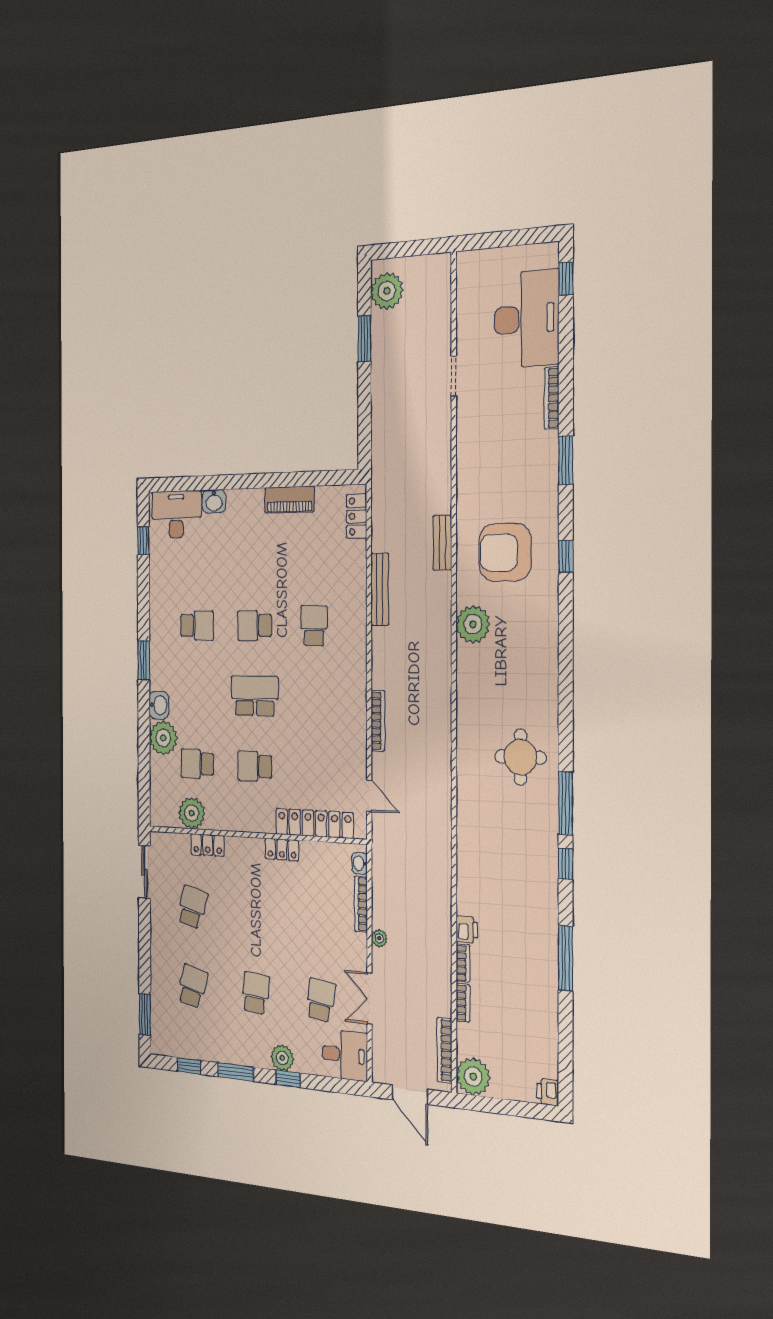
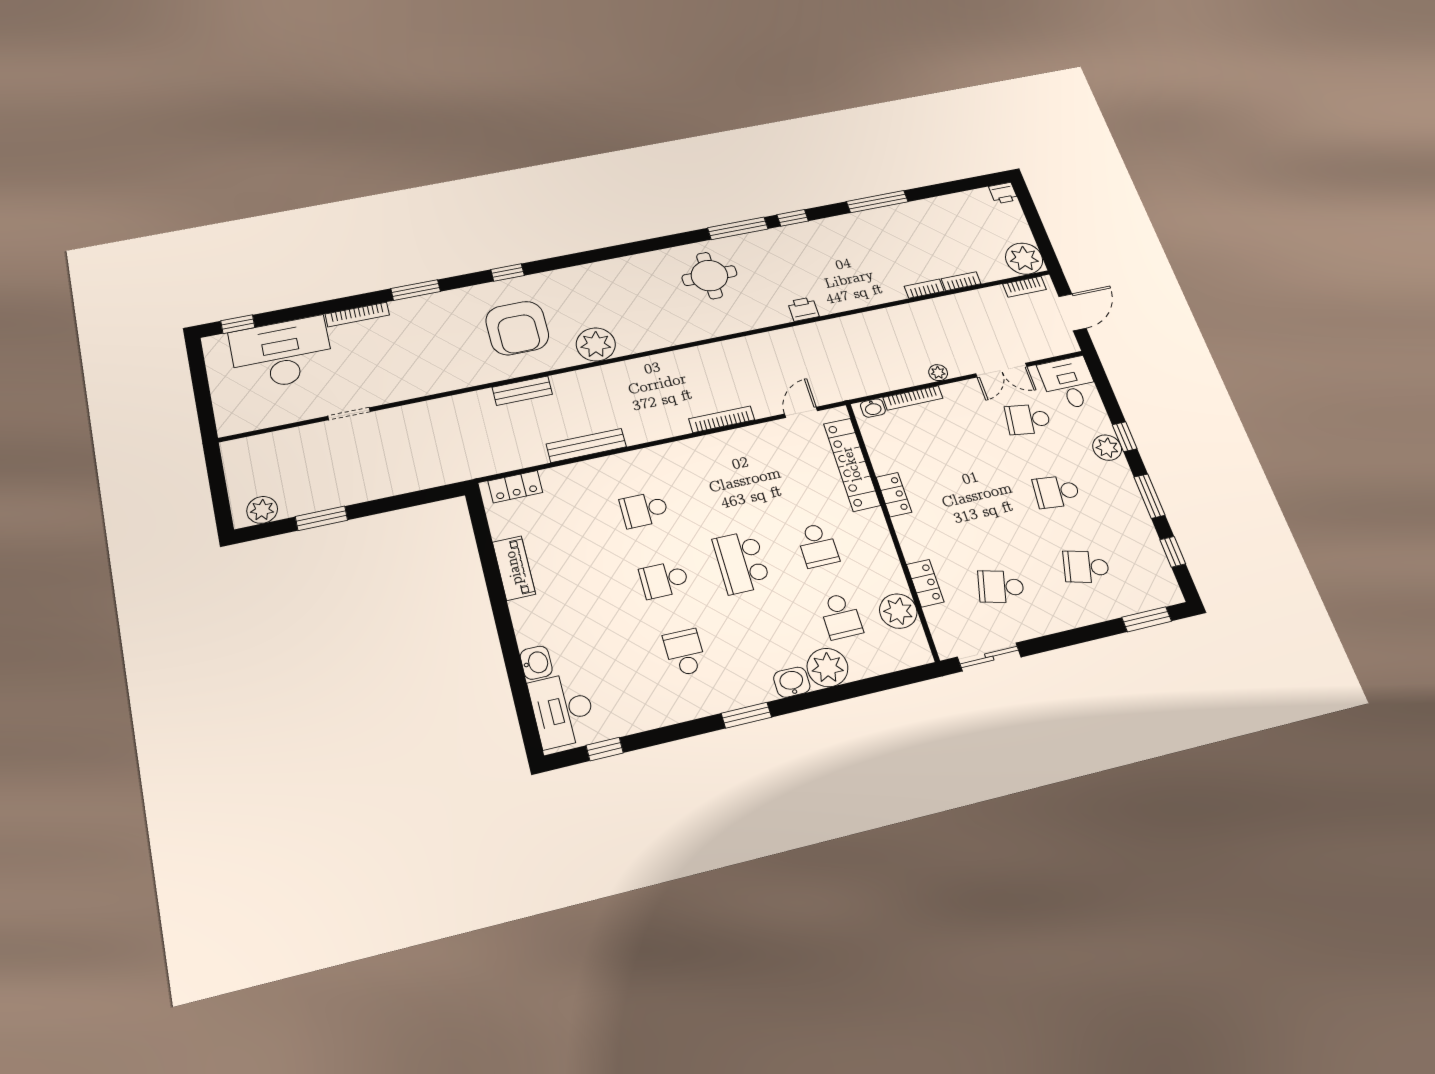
plant: (387, 291) -> (262, 510), width x0.73, depth x0.73
school desk: (255, 626) -> (664, 580), turned 90
printer: (467, 929) -> (803, 309), moved
bookcase: (444, 1050) -> (1024, 287), width x0.64

